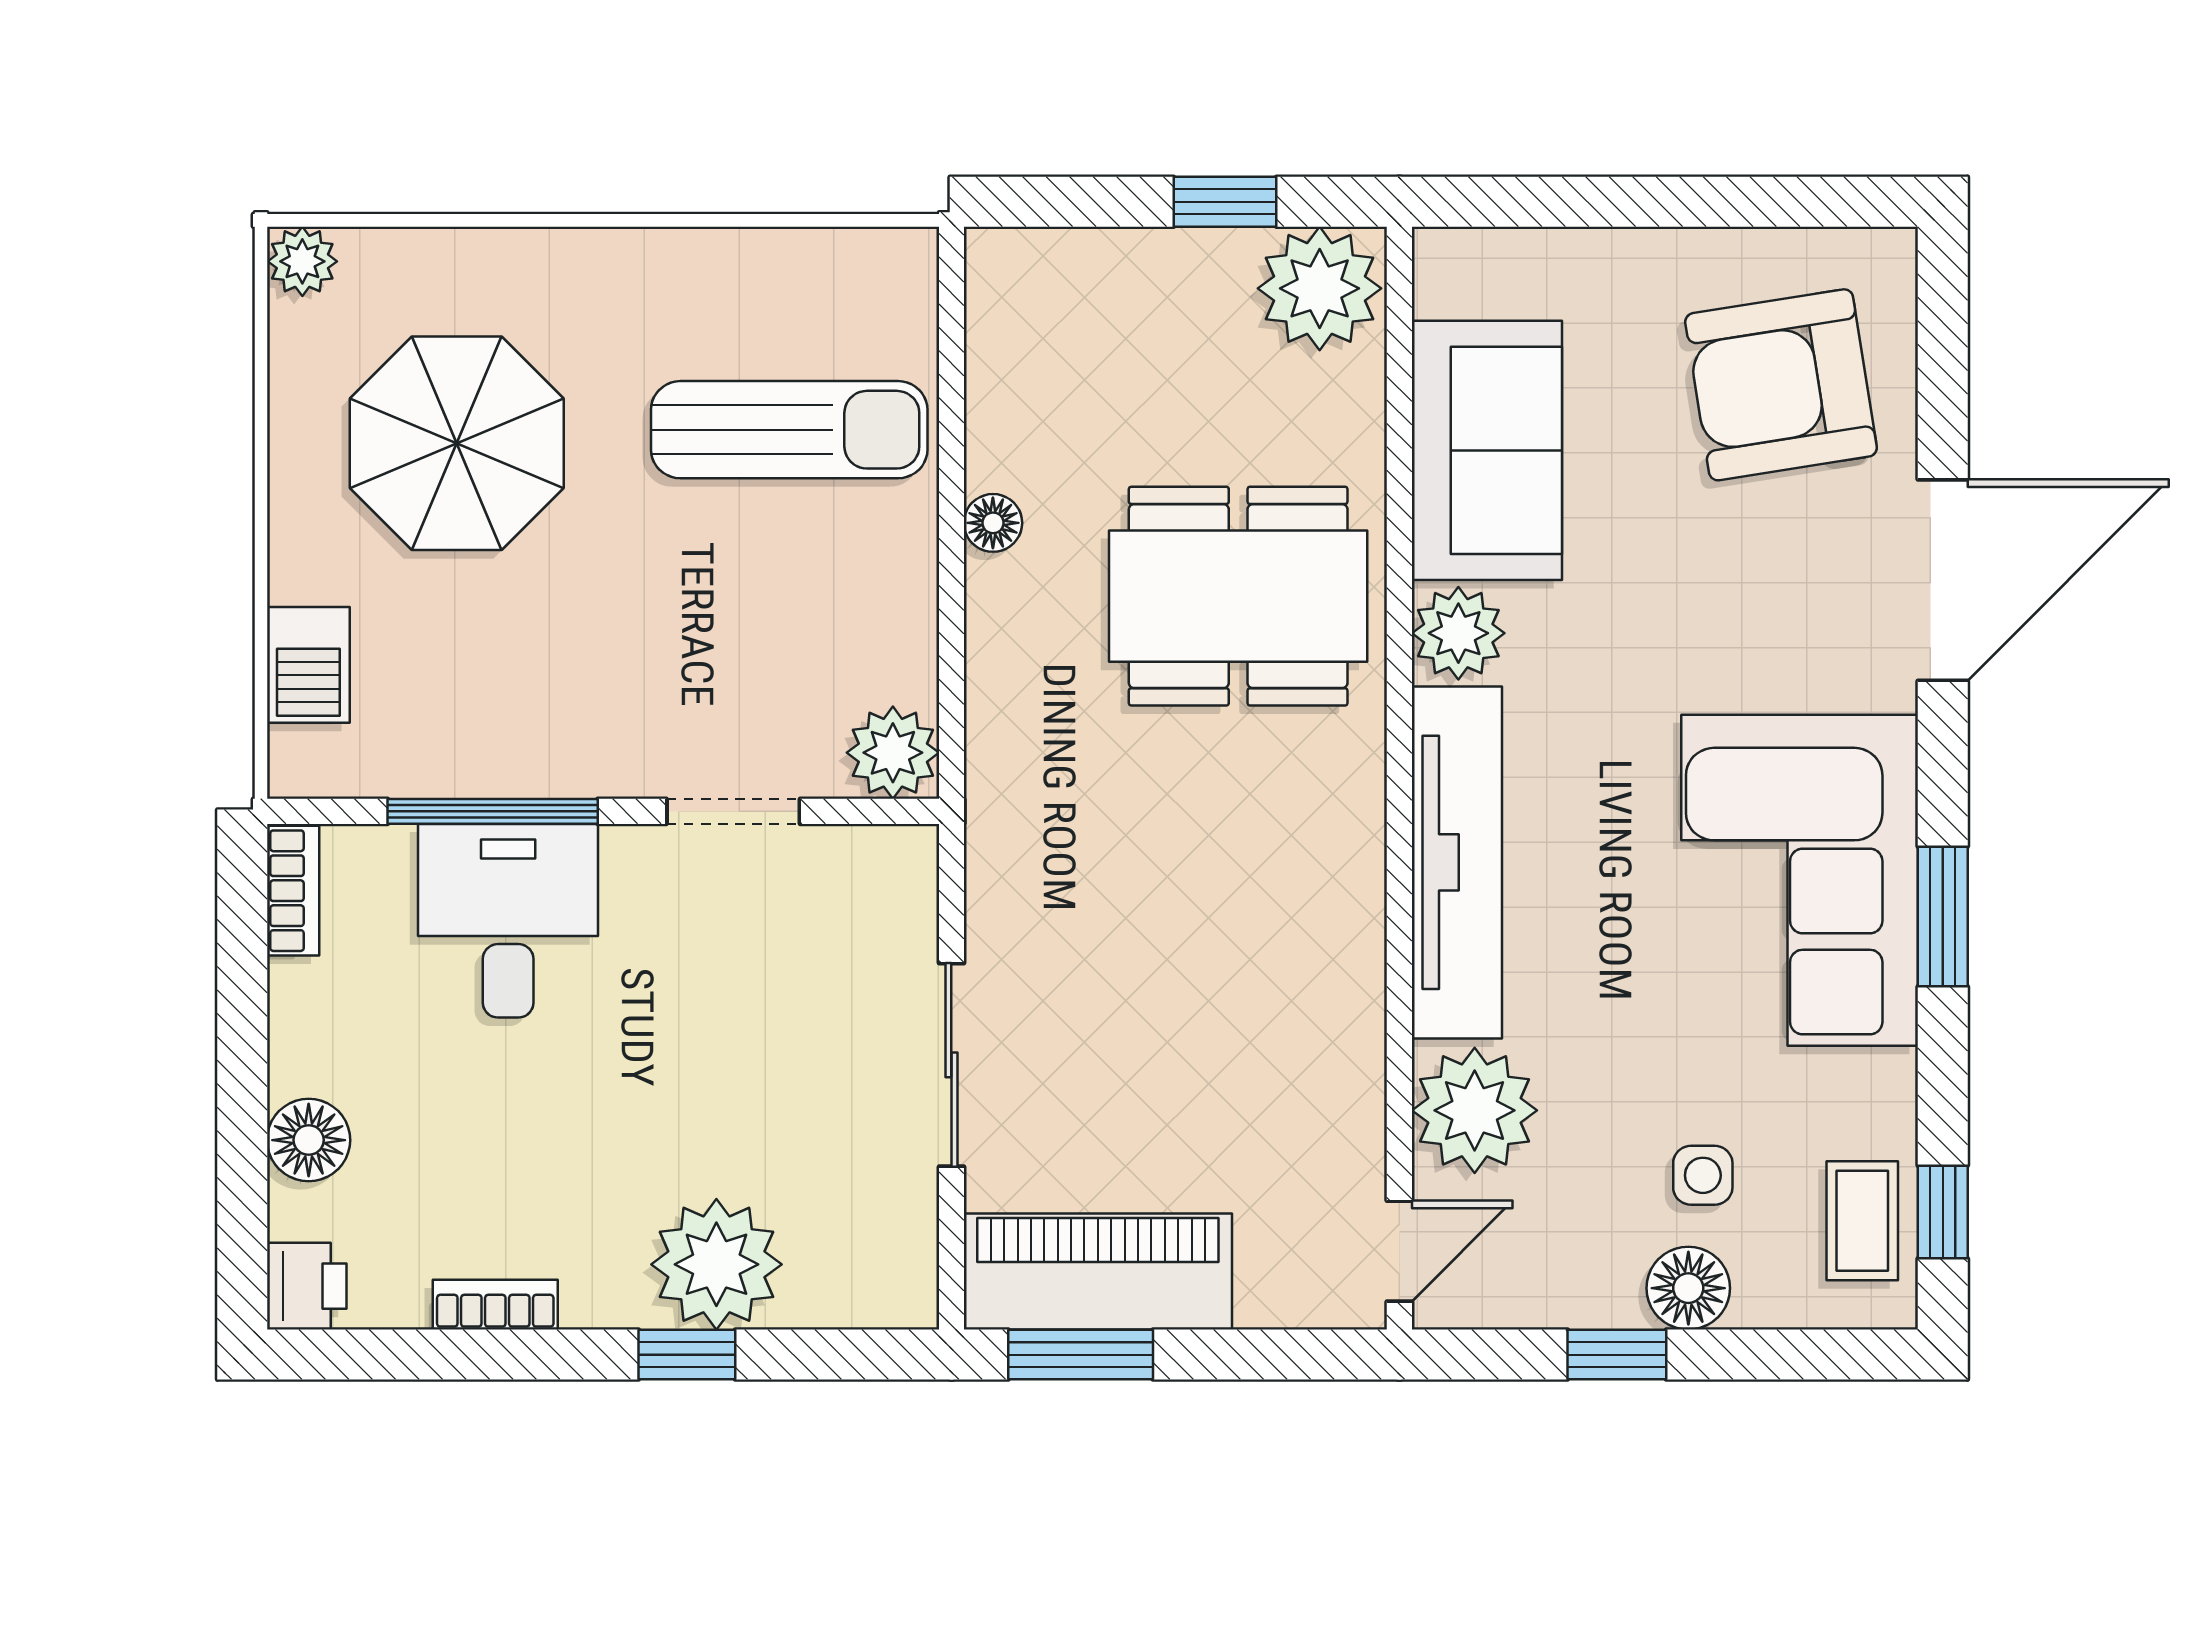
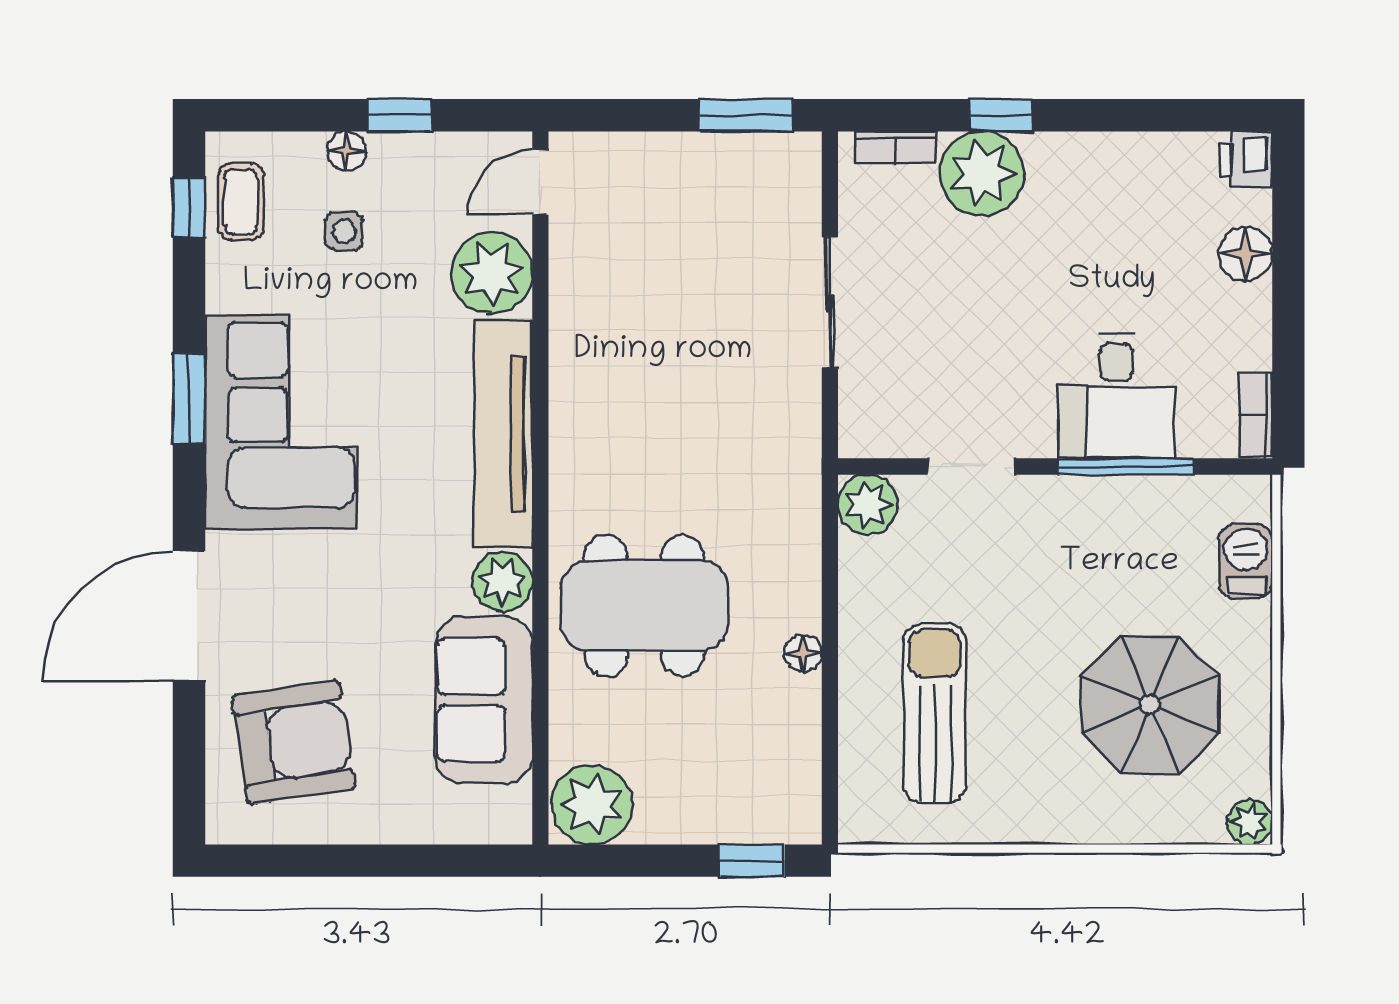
window: (1225, 202) -> (752, 861), moved
sun lounger: (789, 430) -> (935, 713), turned 90
piano: (1098, 1272) -> (735, 169), removed
floor lamp: (1688, 1288) -> (346, 151), width x0.73, depth x0.73
bookcase: (495, 1305) -> (895, 147), moved

